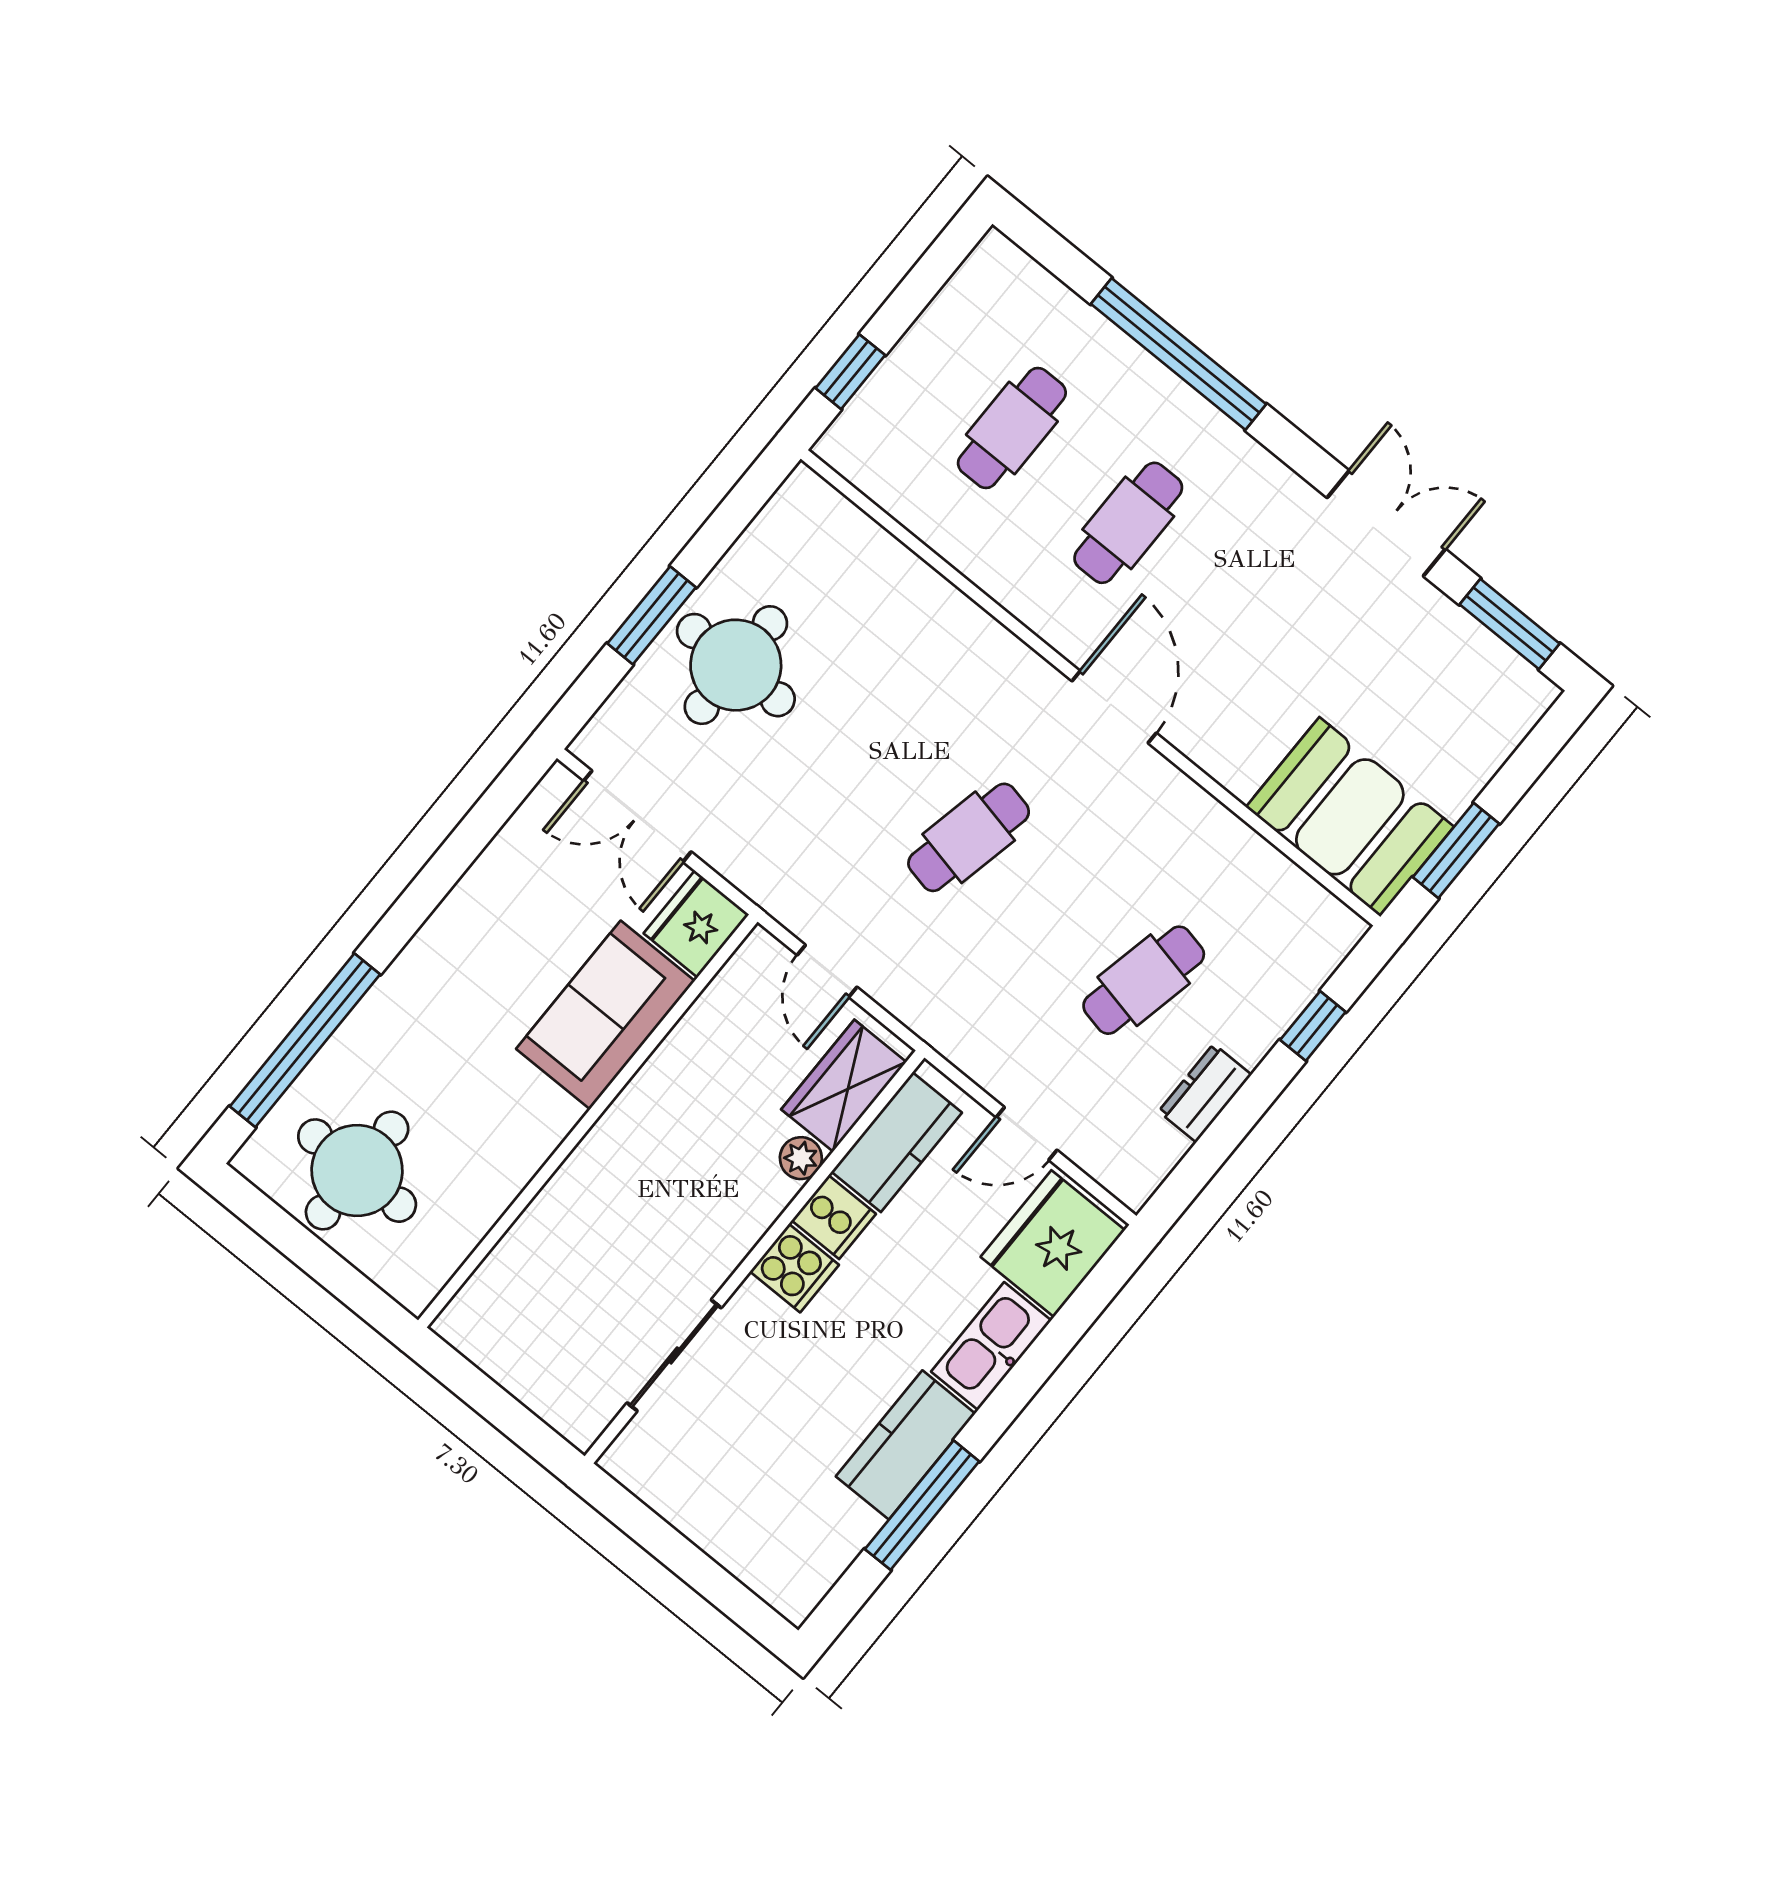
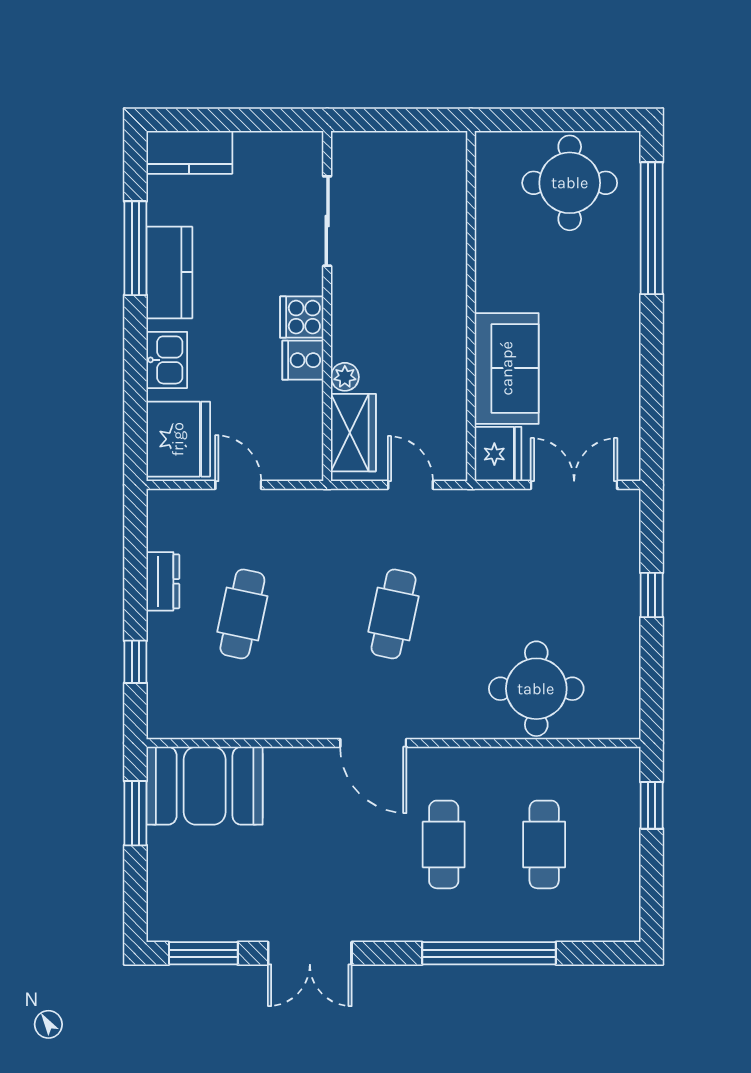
window: (652, 615) -> (652, 595), width x0.67
round table: (736, 665) -> (536, 689), moved
door: (1027, 1134) -> (238, 485), hinge flipped
kitchen counter: (897, 1142) -> (189, 152), moved, turned -90
kitchen sink: (991, 1346) -> (167, 360), width x0.73

